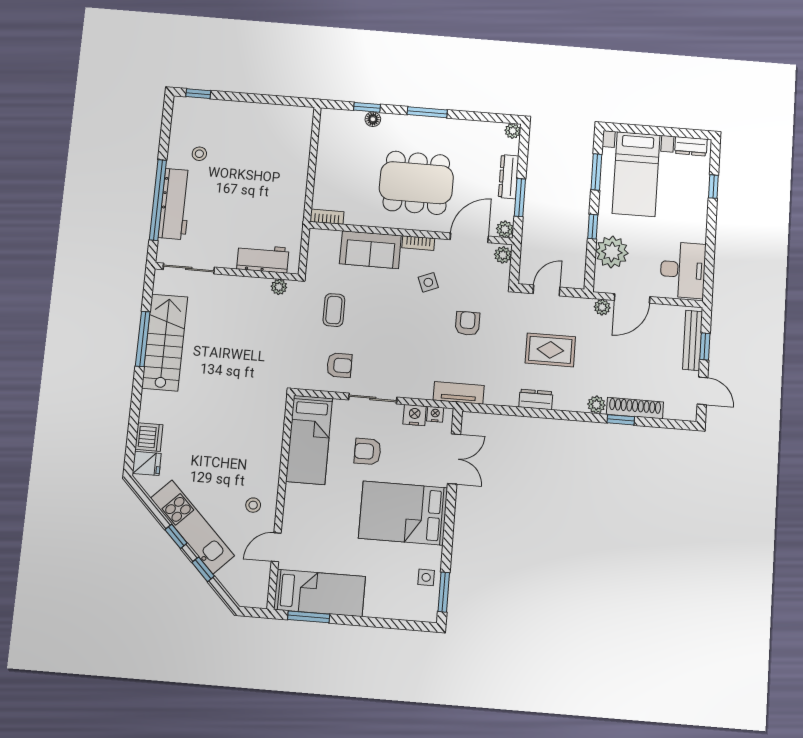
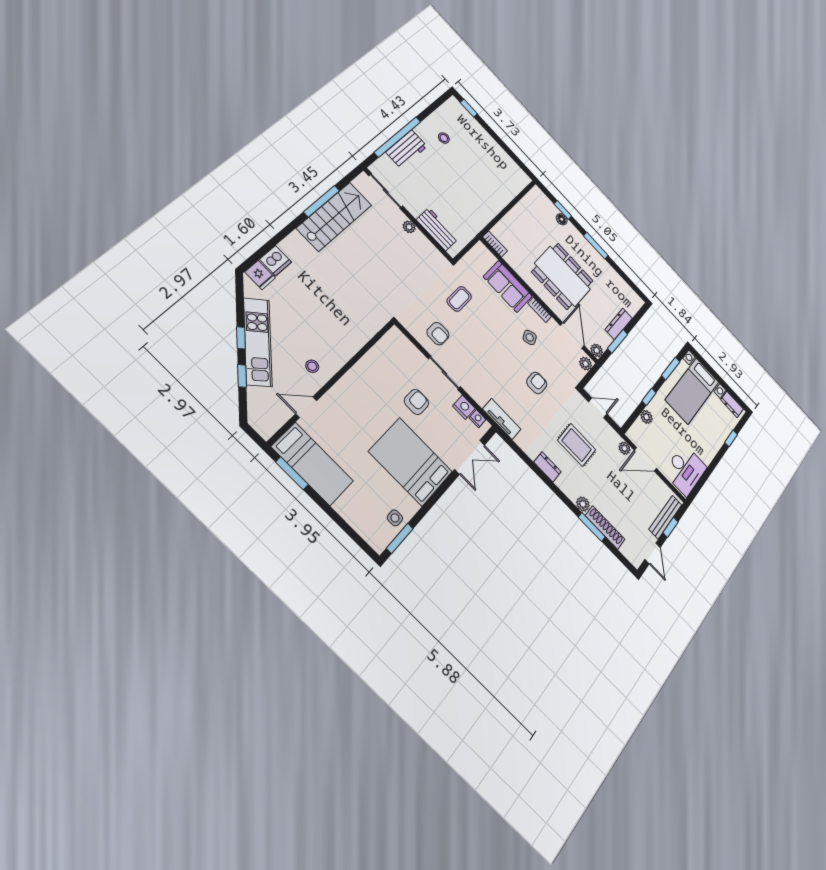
plant: (513, 131) -> (638, 302), removed
workbench: (175, 204) -> (407, 149), width x0.73
door: (469, 238) -> (572, 336), hinge flipped
plant: (612, 252) -> (646, 417), width x0.53, depth x0.53
plant: (279, 287) -> (409, 227), moved
window: (621, 420) -> (592, 527), width x1.50
bed: (309, 440) -> (383, 360), removed
armchair: (368, 451) -> (416, 402), turned 90

